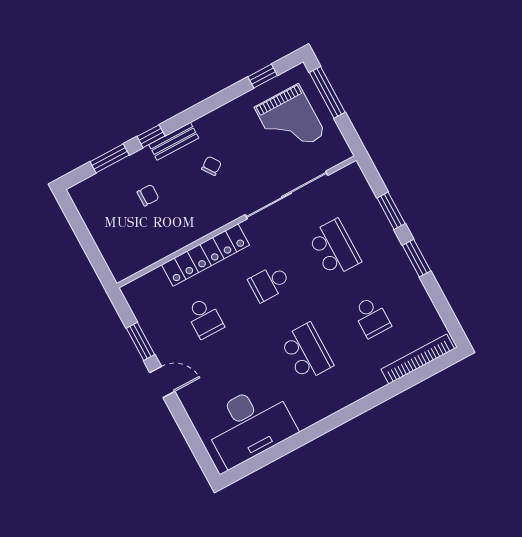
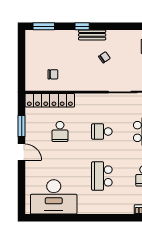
window: (110, 158) -> (44, 26), moved
chair: (148, 195) -> (53, 74), moved
locker: (205, 255) -> (50, 100), moved
school desk: (307, 352) -> (102, 176), turned 180

